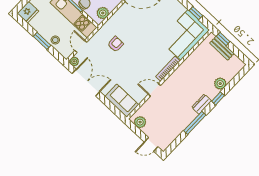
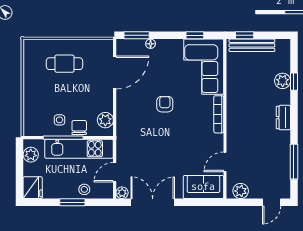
armchair: (115, 44) -> (165, 104), moved
door: (81, 46) -> (115, 172), hinge flipped
bench: (222, 48) -> (252, 45), width x1.36
door: (154, 90) -> (225, 162), moved
window: (218, 98) -> (294, 82), moved
window: (195, 123) -> (294, 162), moved

